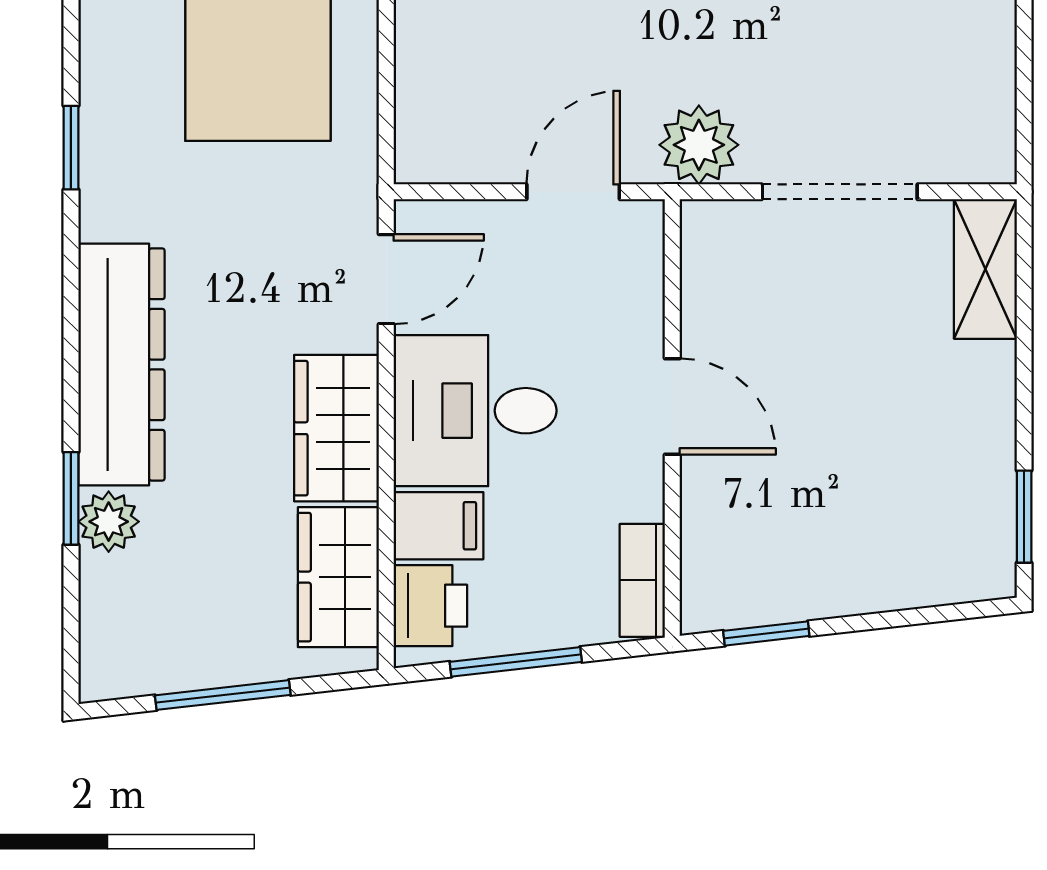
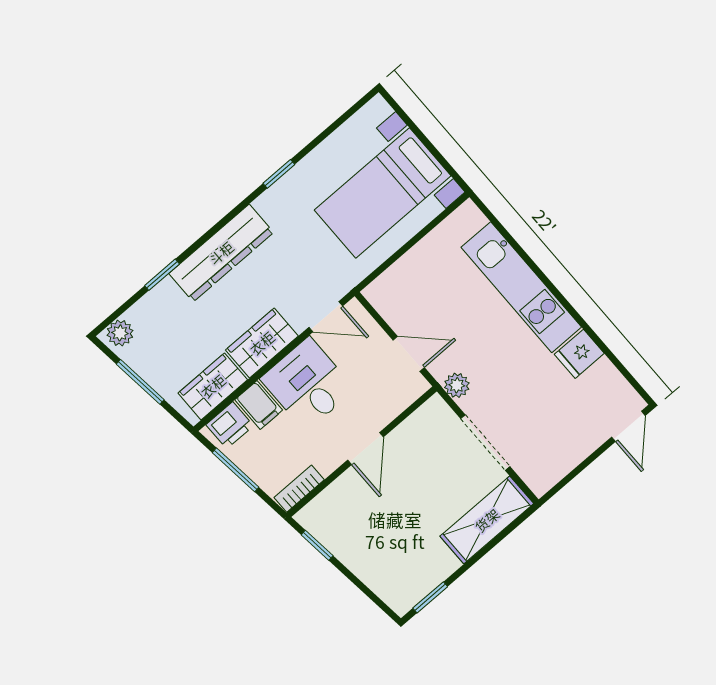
plant: (699, 145) -> (457, 385), width x0.73, depth x0.73
shelving: (985, 269) -> (487, 520), width x1.50, depth x1.33
plant: (109, 522) -> (120, 333), moved

